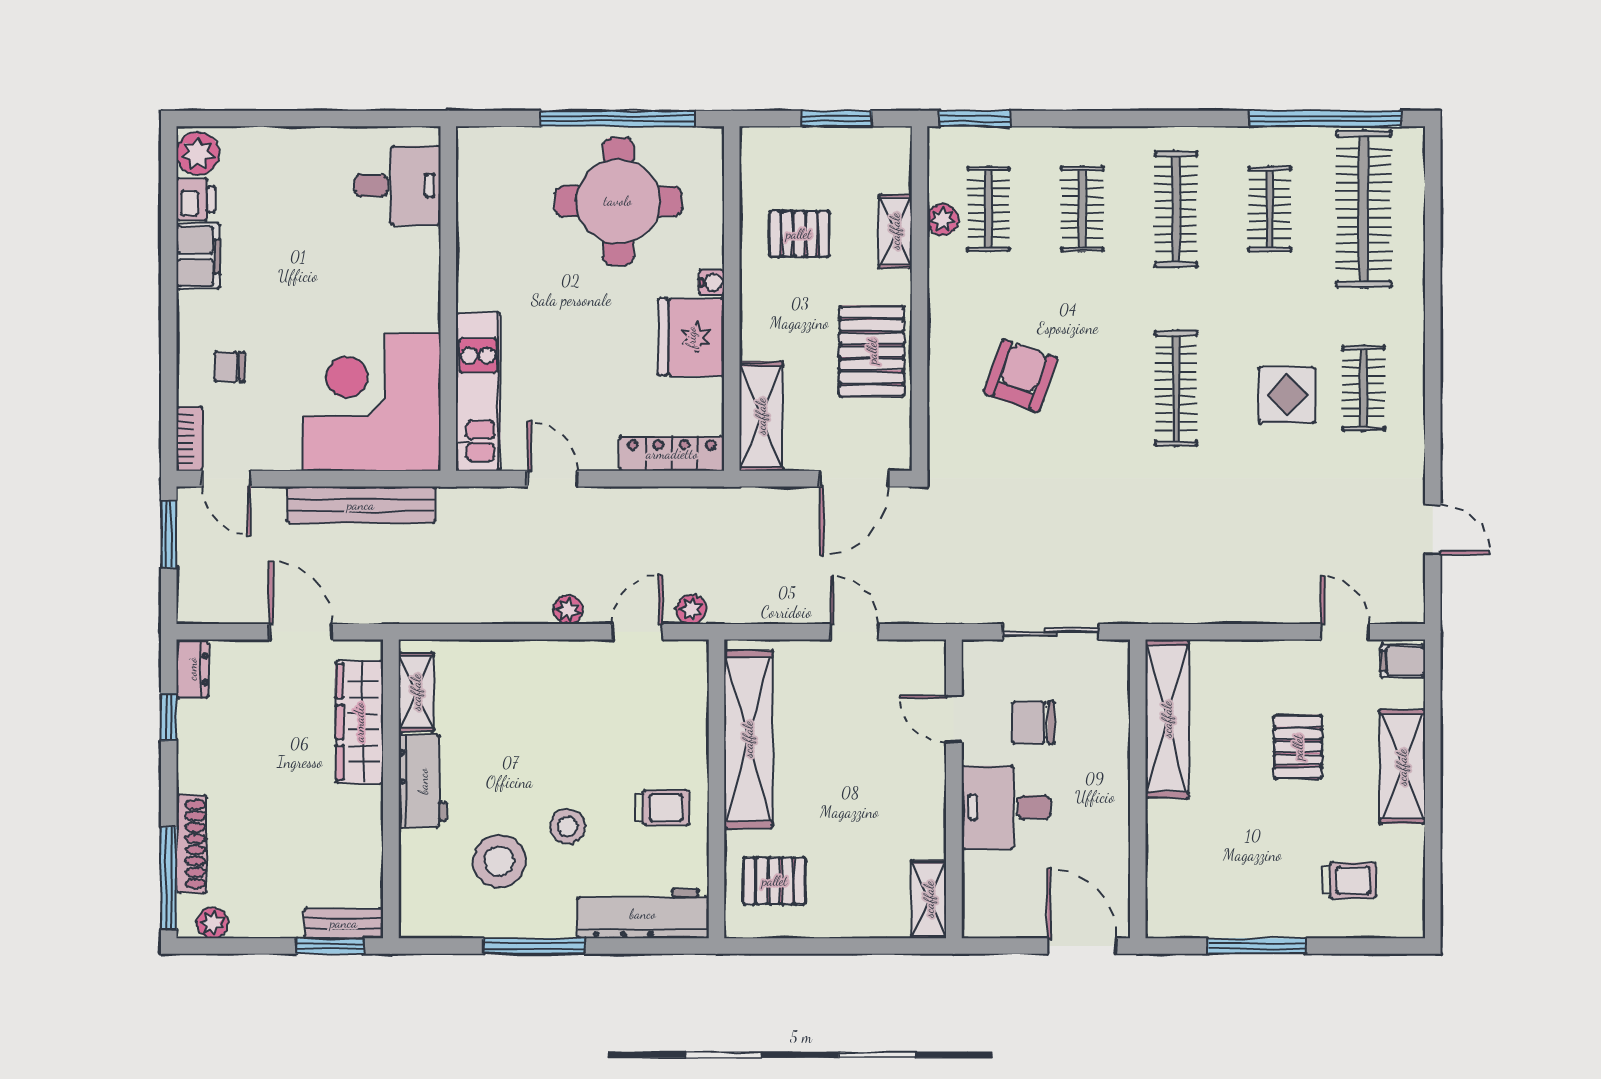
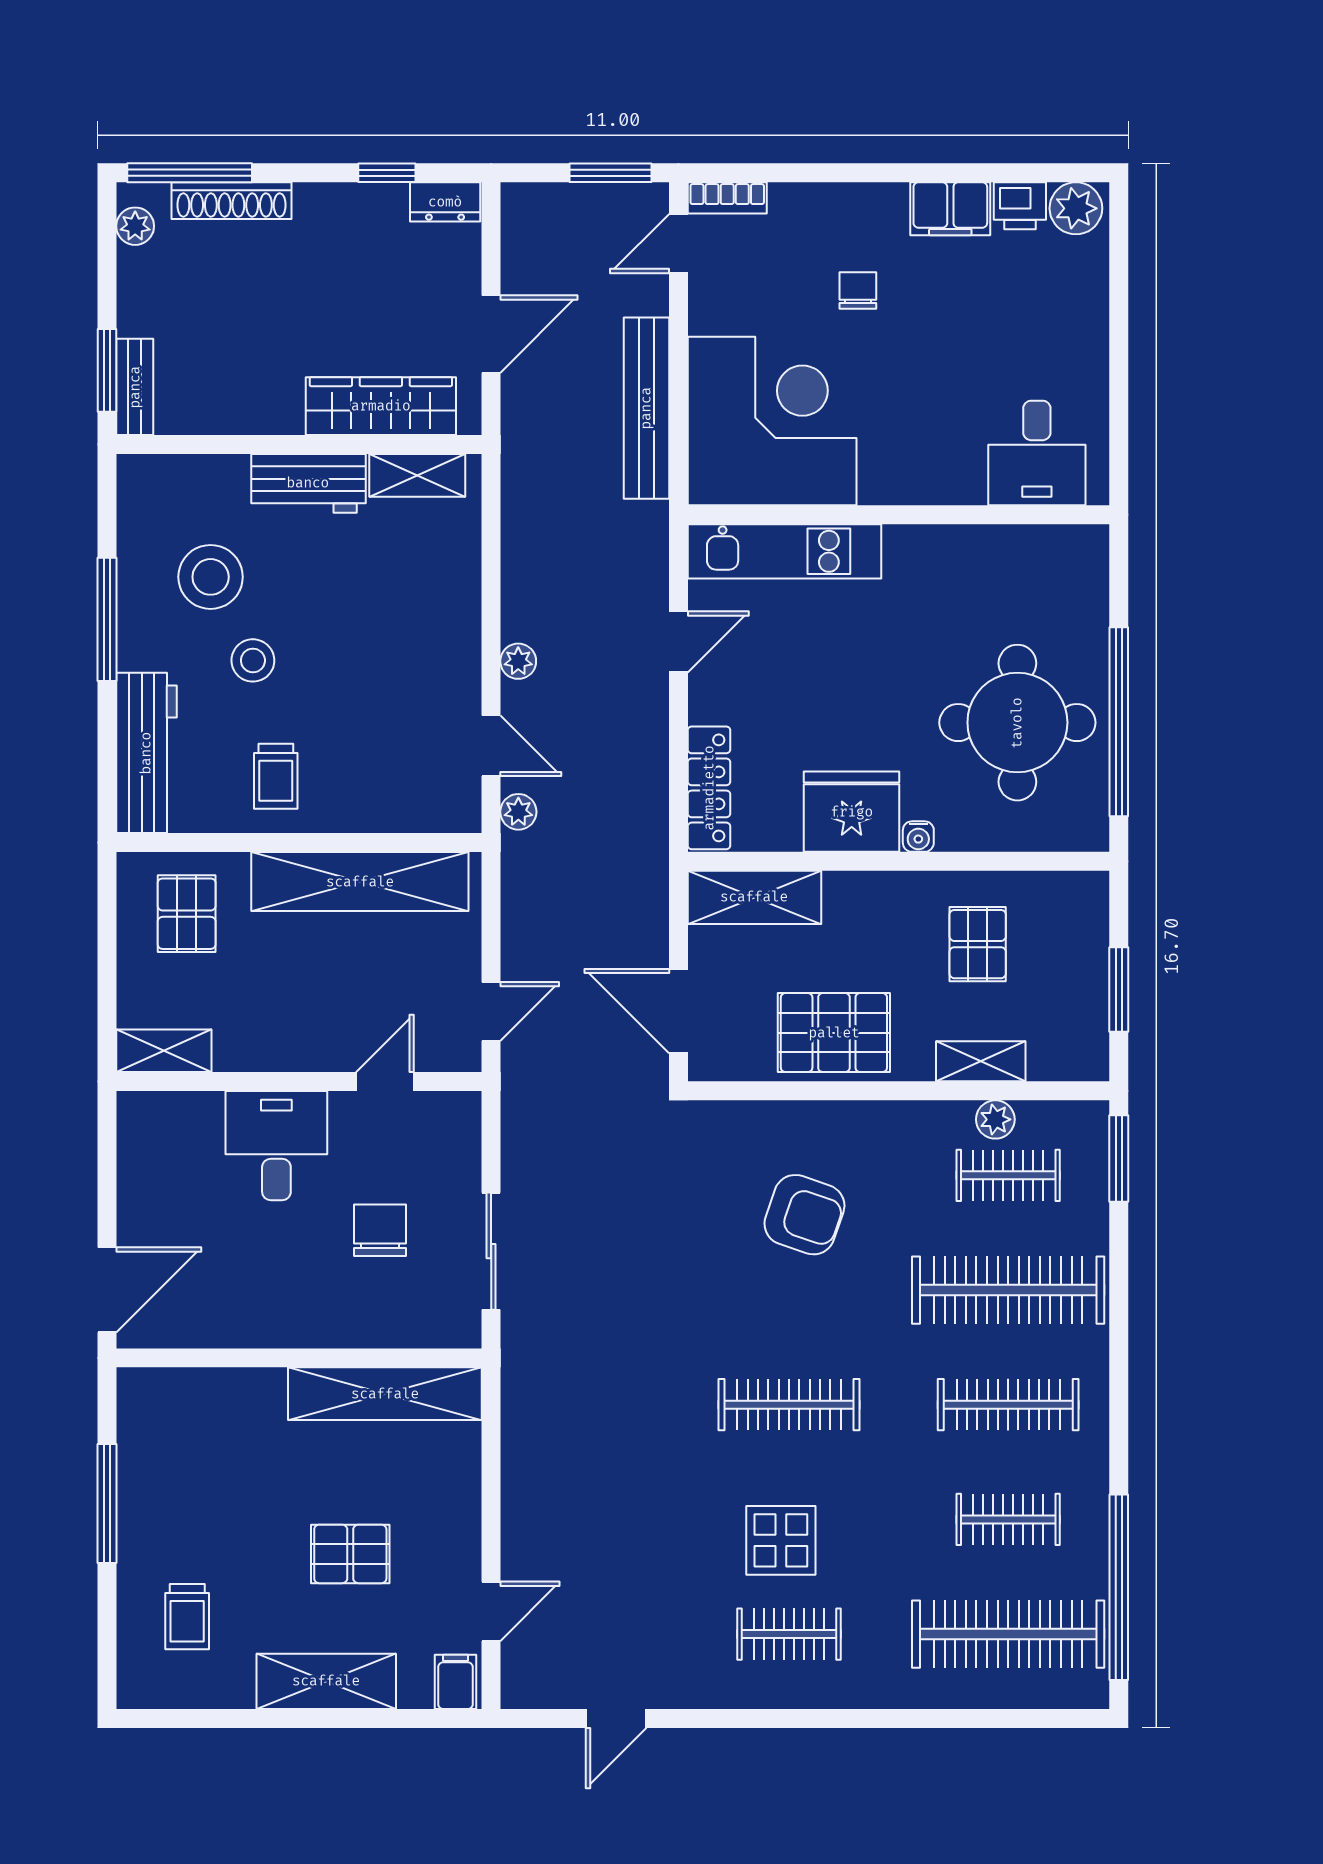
clothes rail: (1082, 209) -> (1008, 1290), width x1.86, depth x1.31
chair: (229, 367) -> (858, 290), moved
door: (954, 719) -> (385, 1081), moved
wall: (954, 789) -> (299, 1081), moved
desk: (1006, 807) -> (276, 1146), moved
shelving: (929, 899) -> (164, 1051), moved

